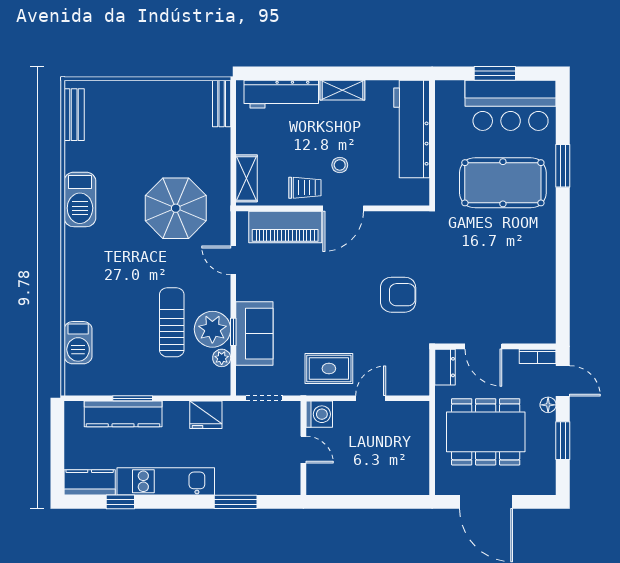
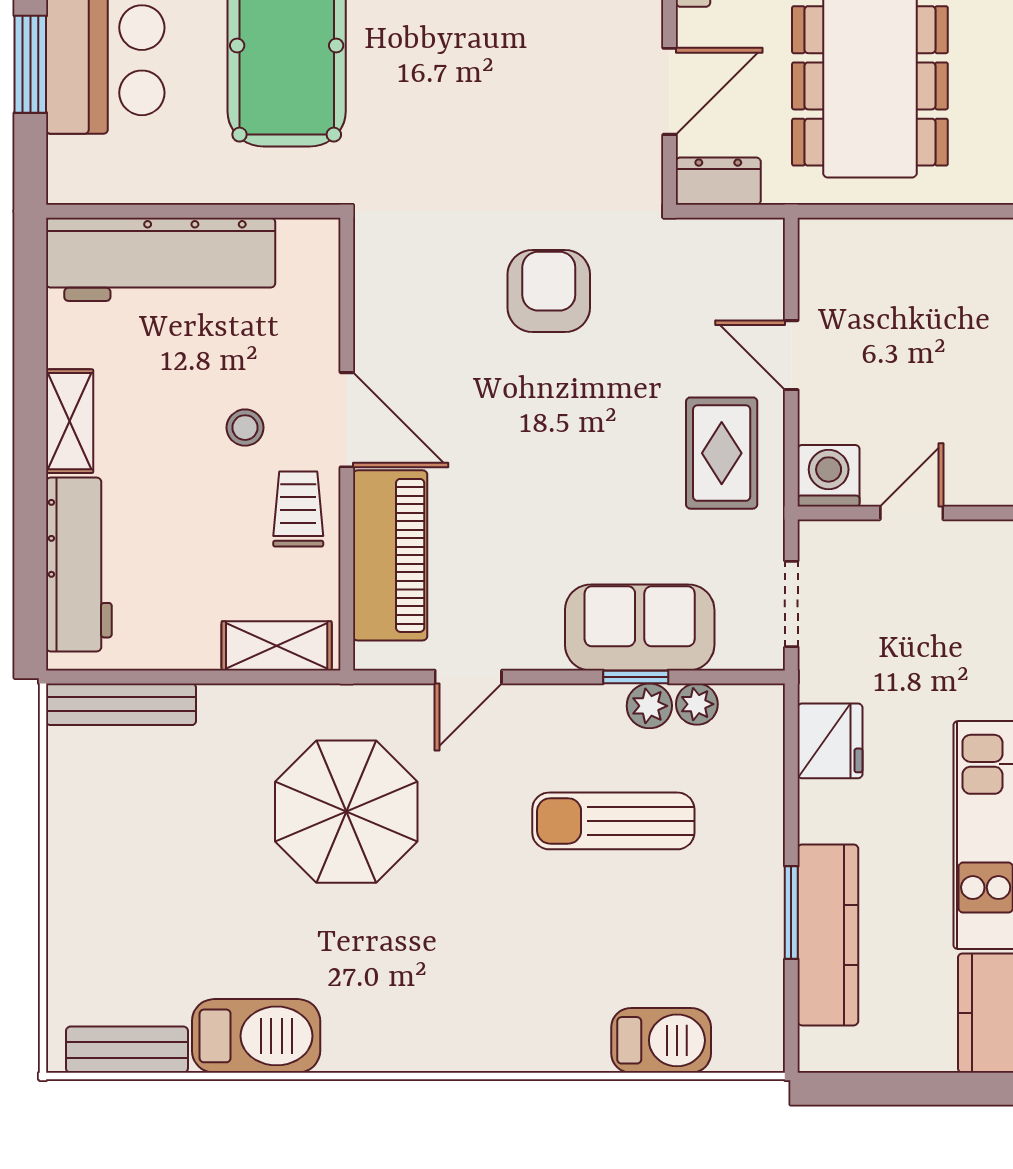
bench: (222, 104) -> (121, 704), width x1.36
barbecue: (80, 199) -> (256, 1036), moved
plant: (212, 329) -> (649, 706), width x0.53, depth x0.53

